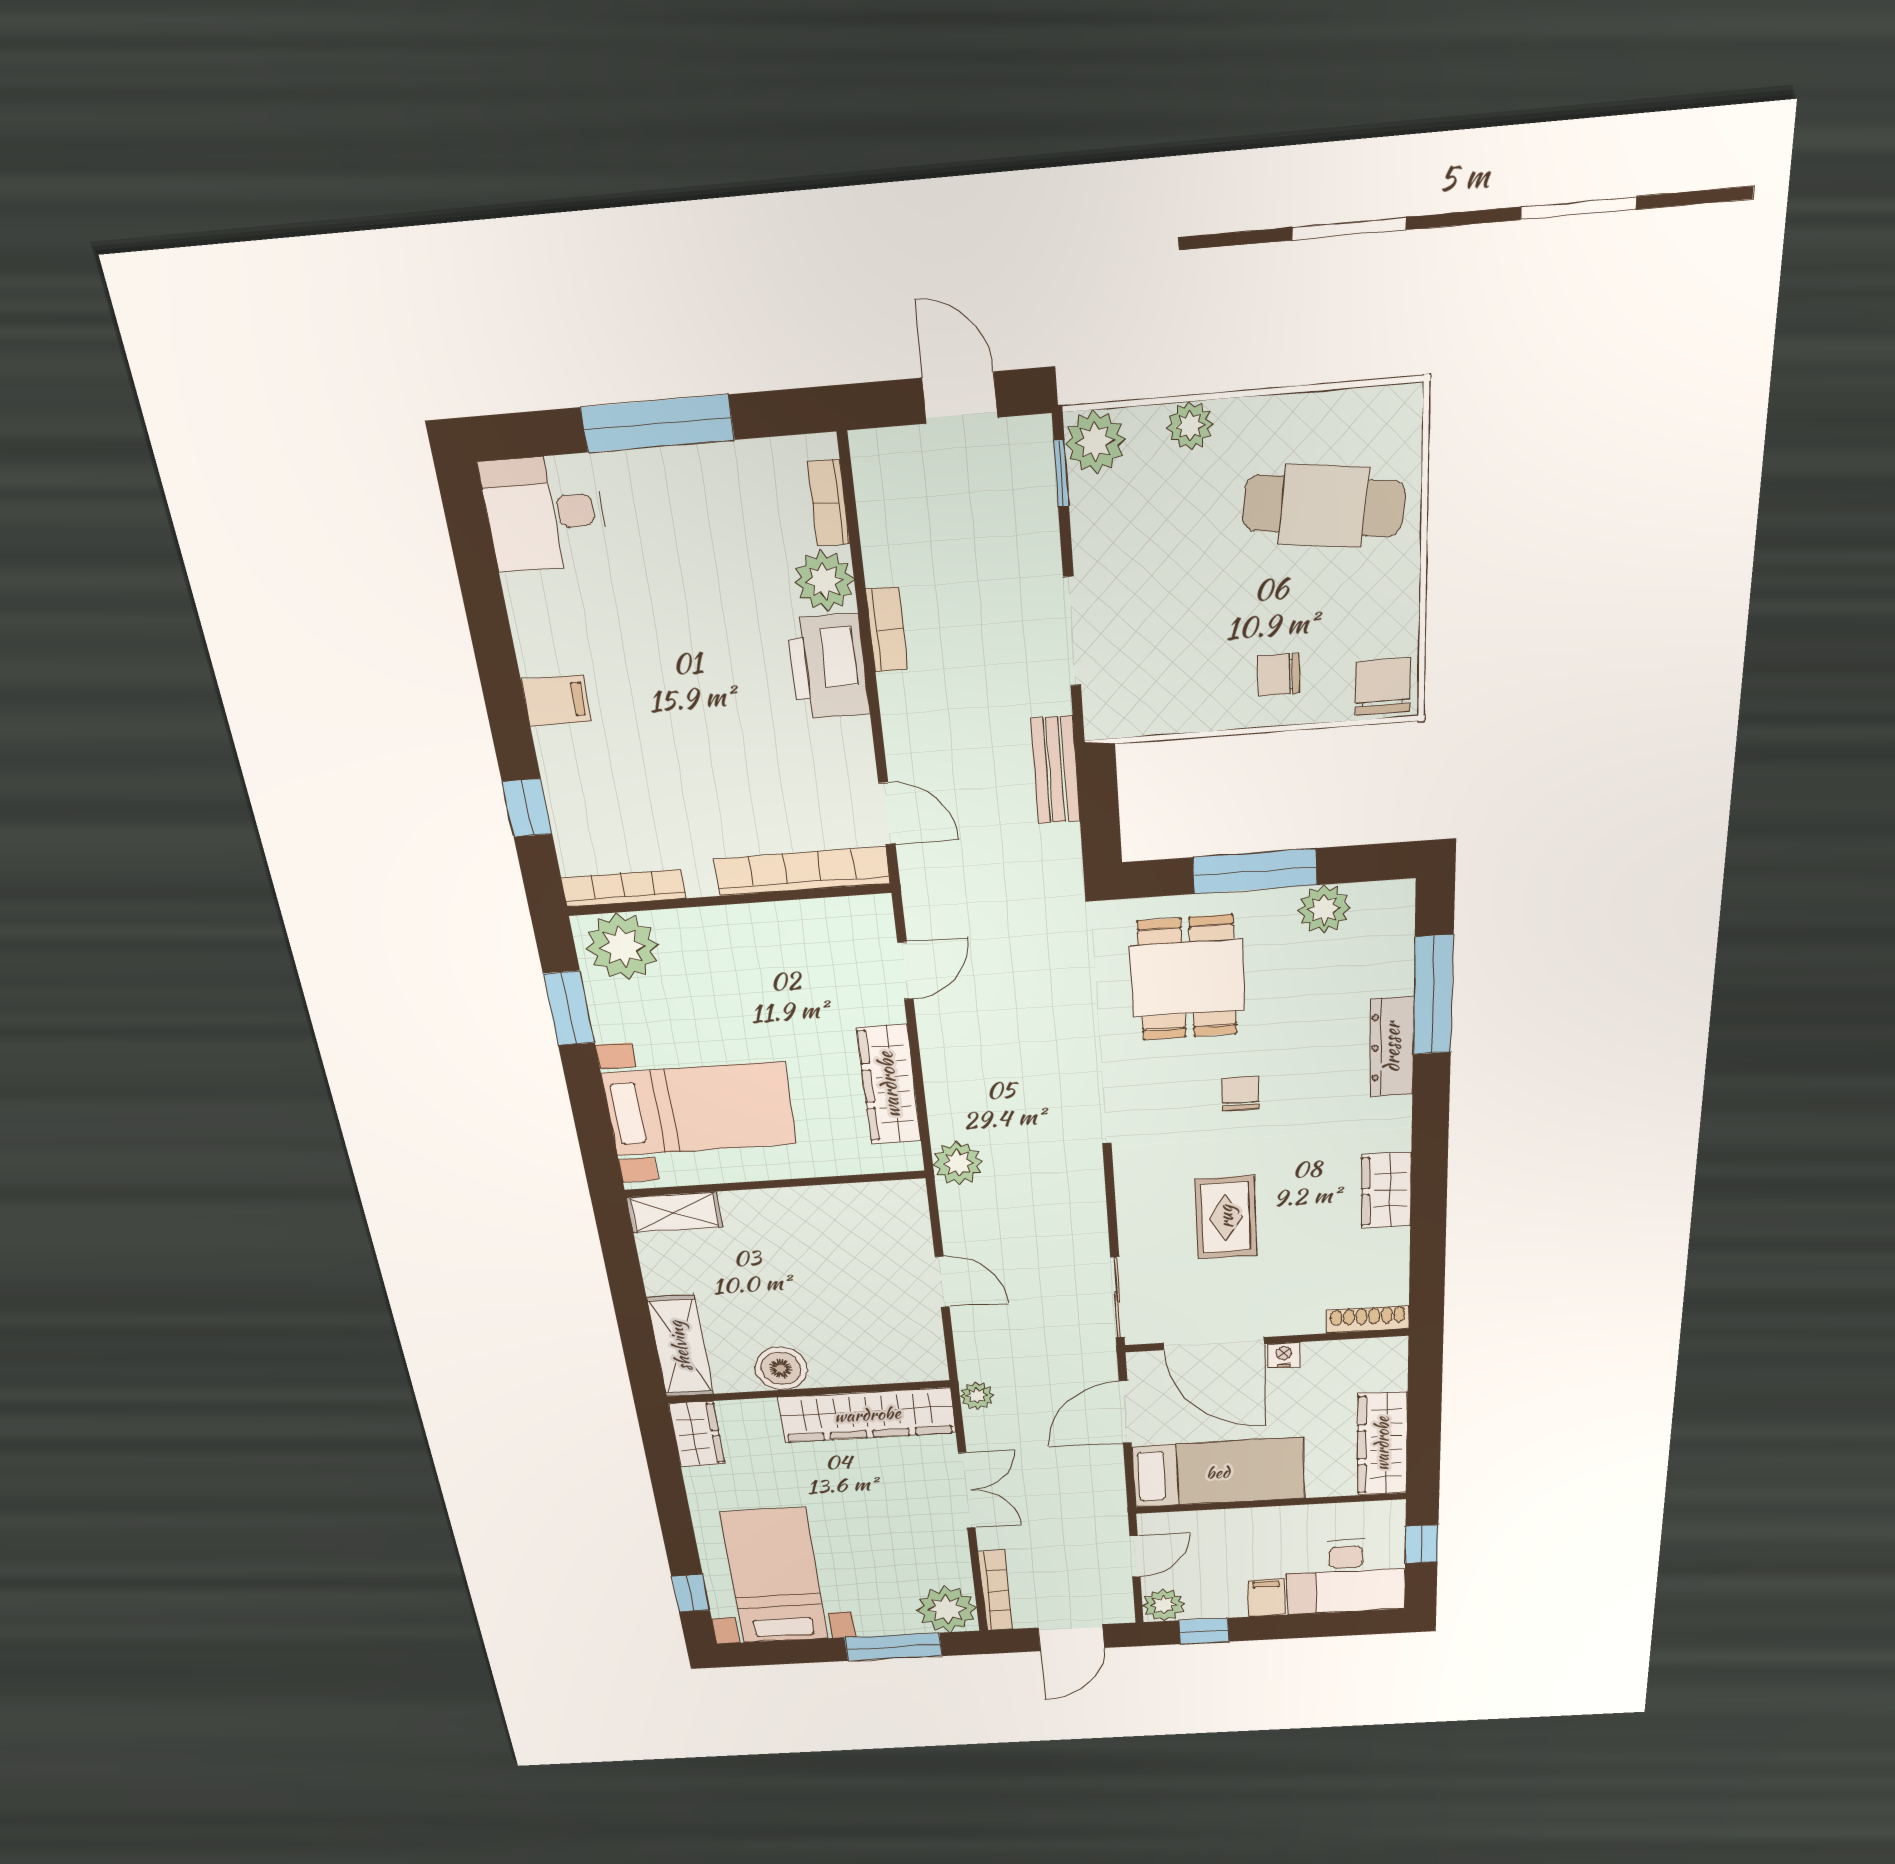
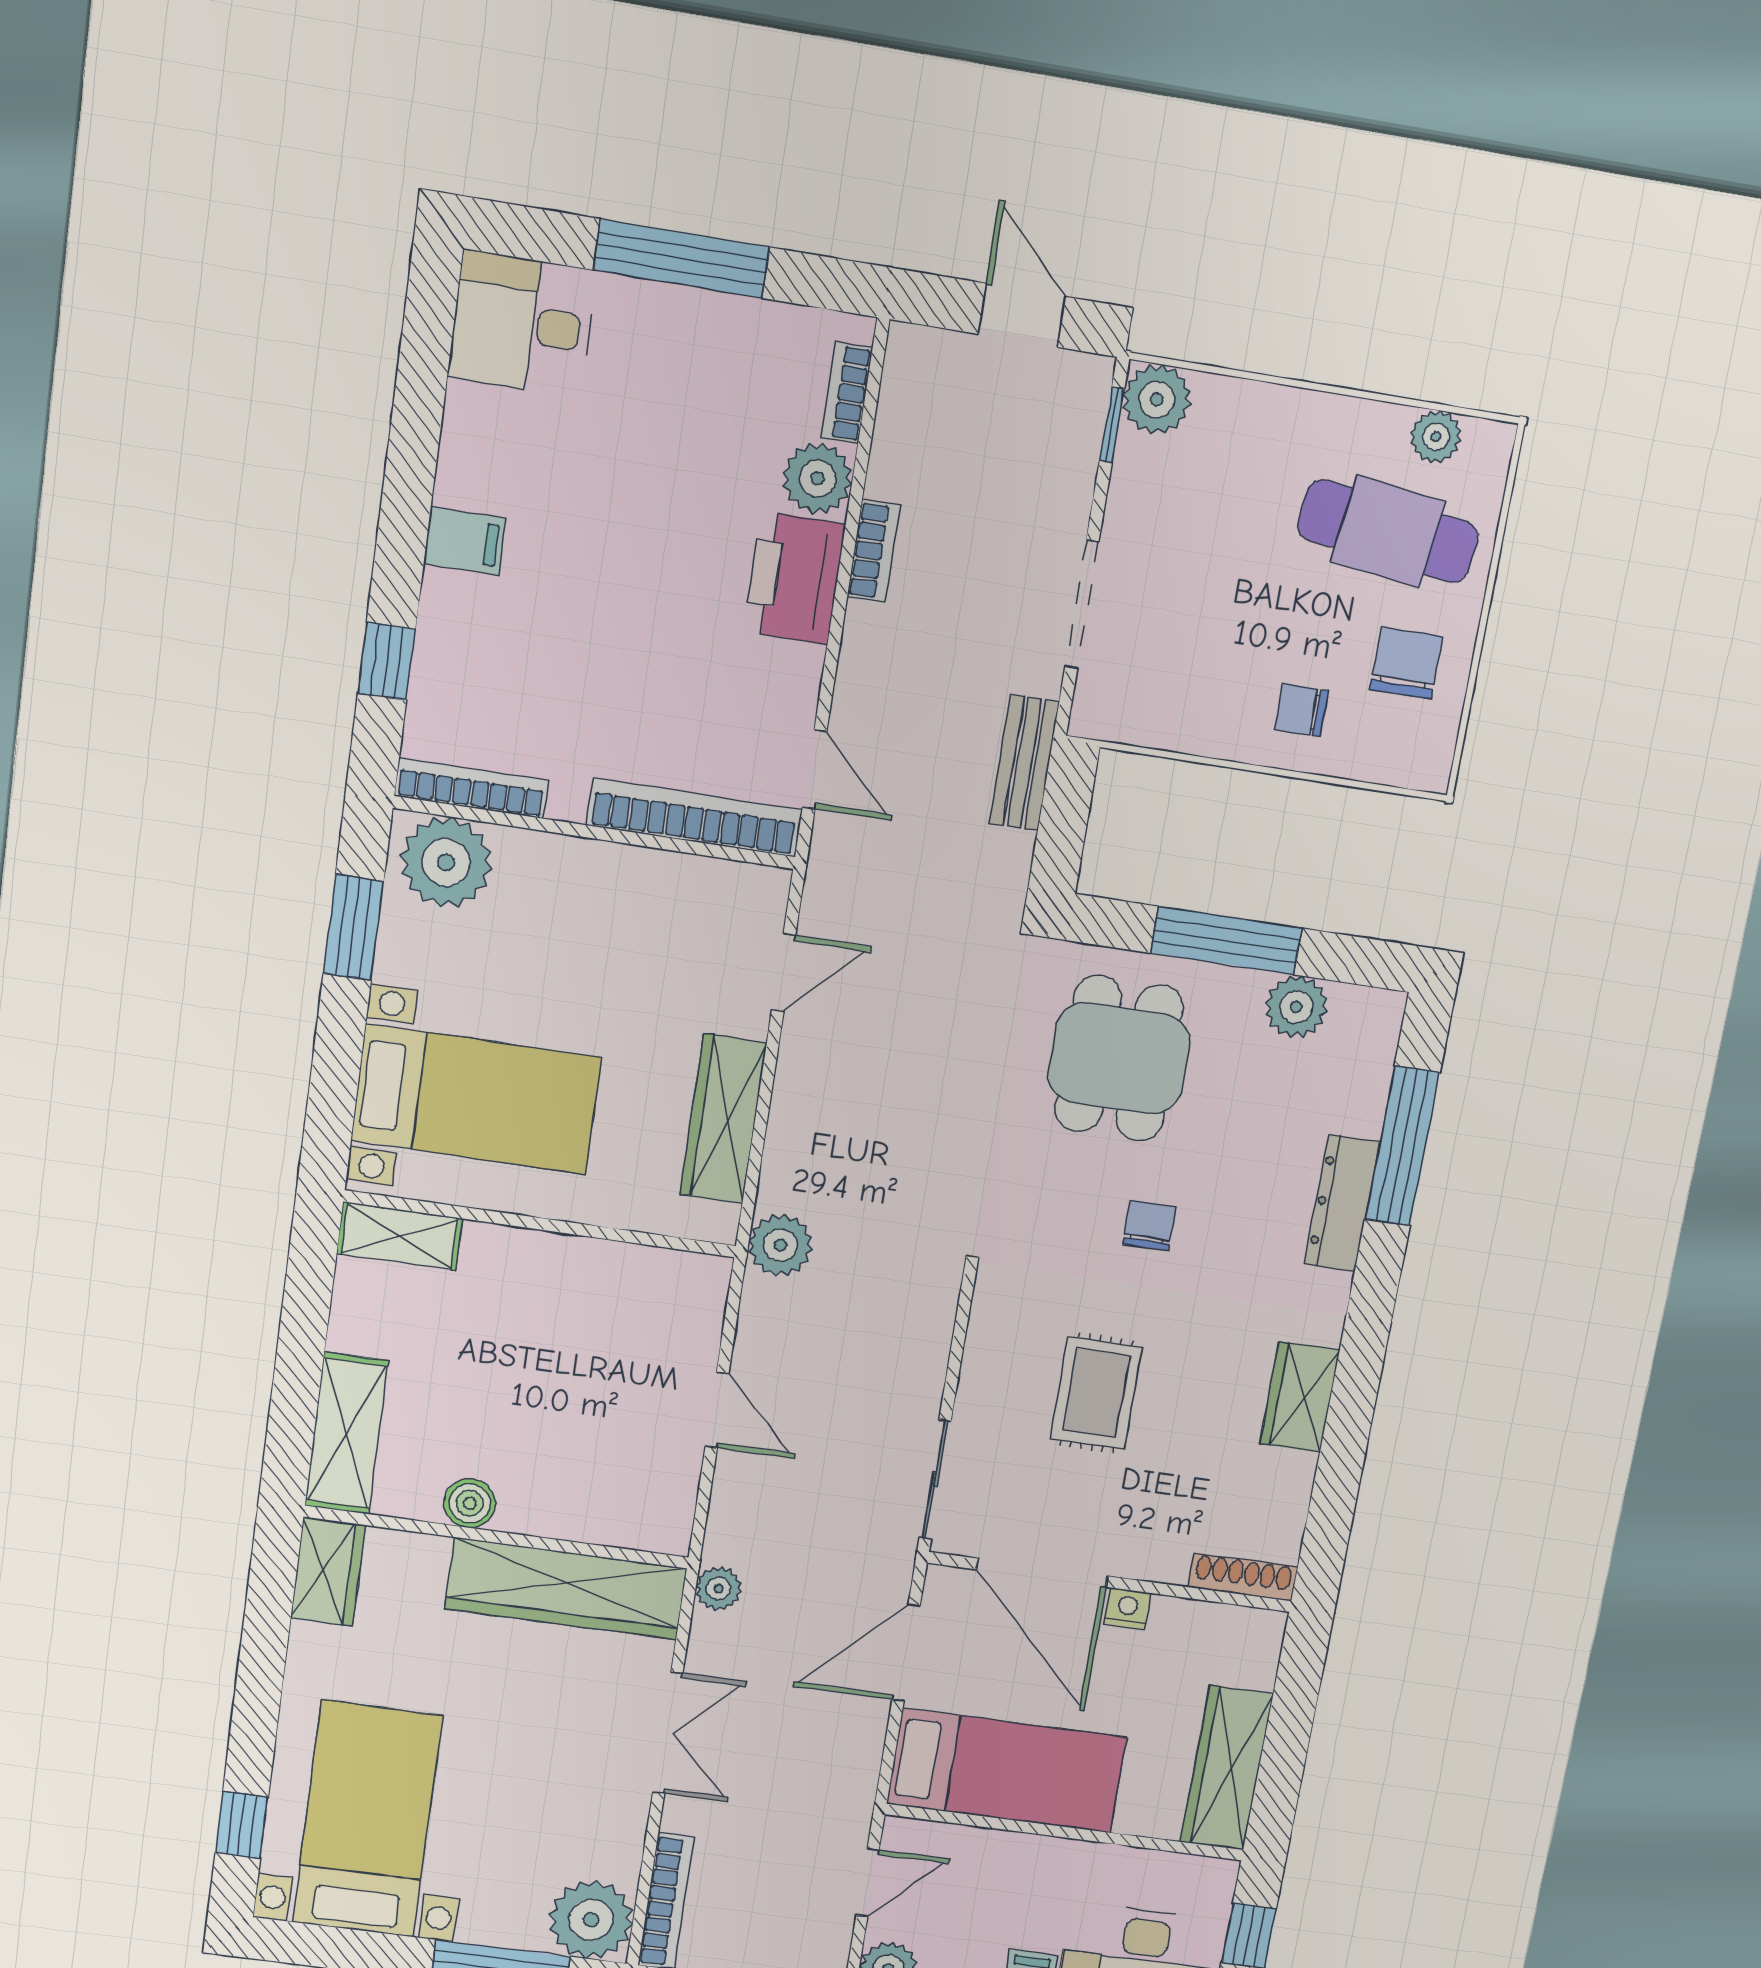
plant: (1190, 426) -> (1436, 437), moved
chair: (1383, 687) -> (1406, 663), moved
boiler: (781, 1369) -> (470, 1503), width x0.73, depth x0.73

